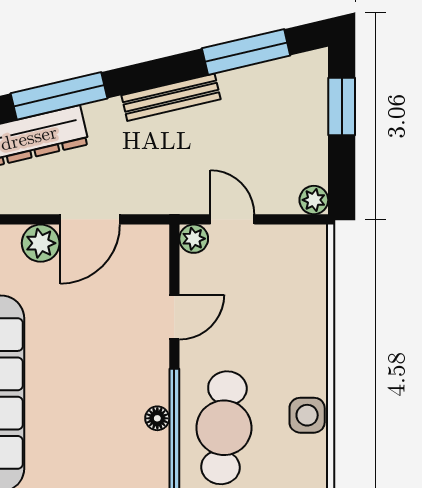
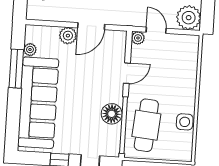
plant: (314, 200) -> (189, 18), width x1.87, depth x1.87
floor lamp: (157, 418) -> (112, 114), width x1.89, depth x1.89

